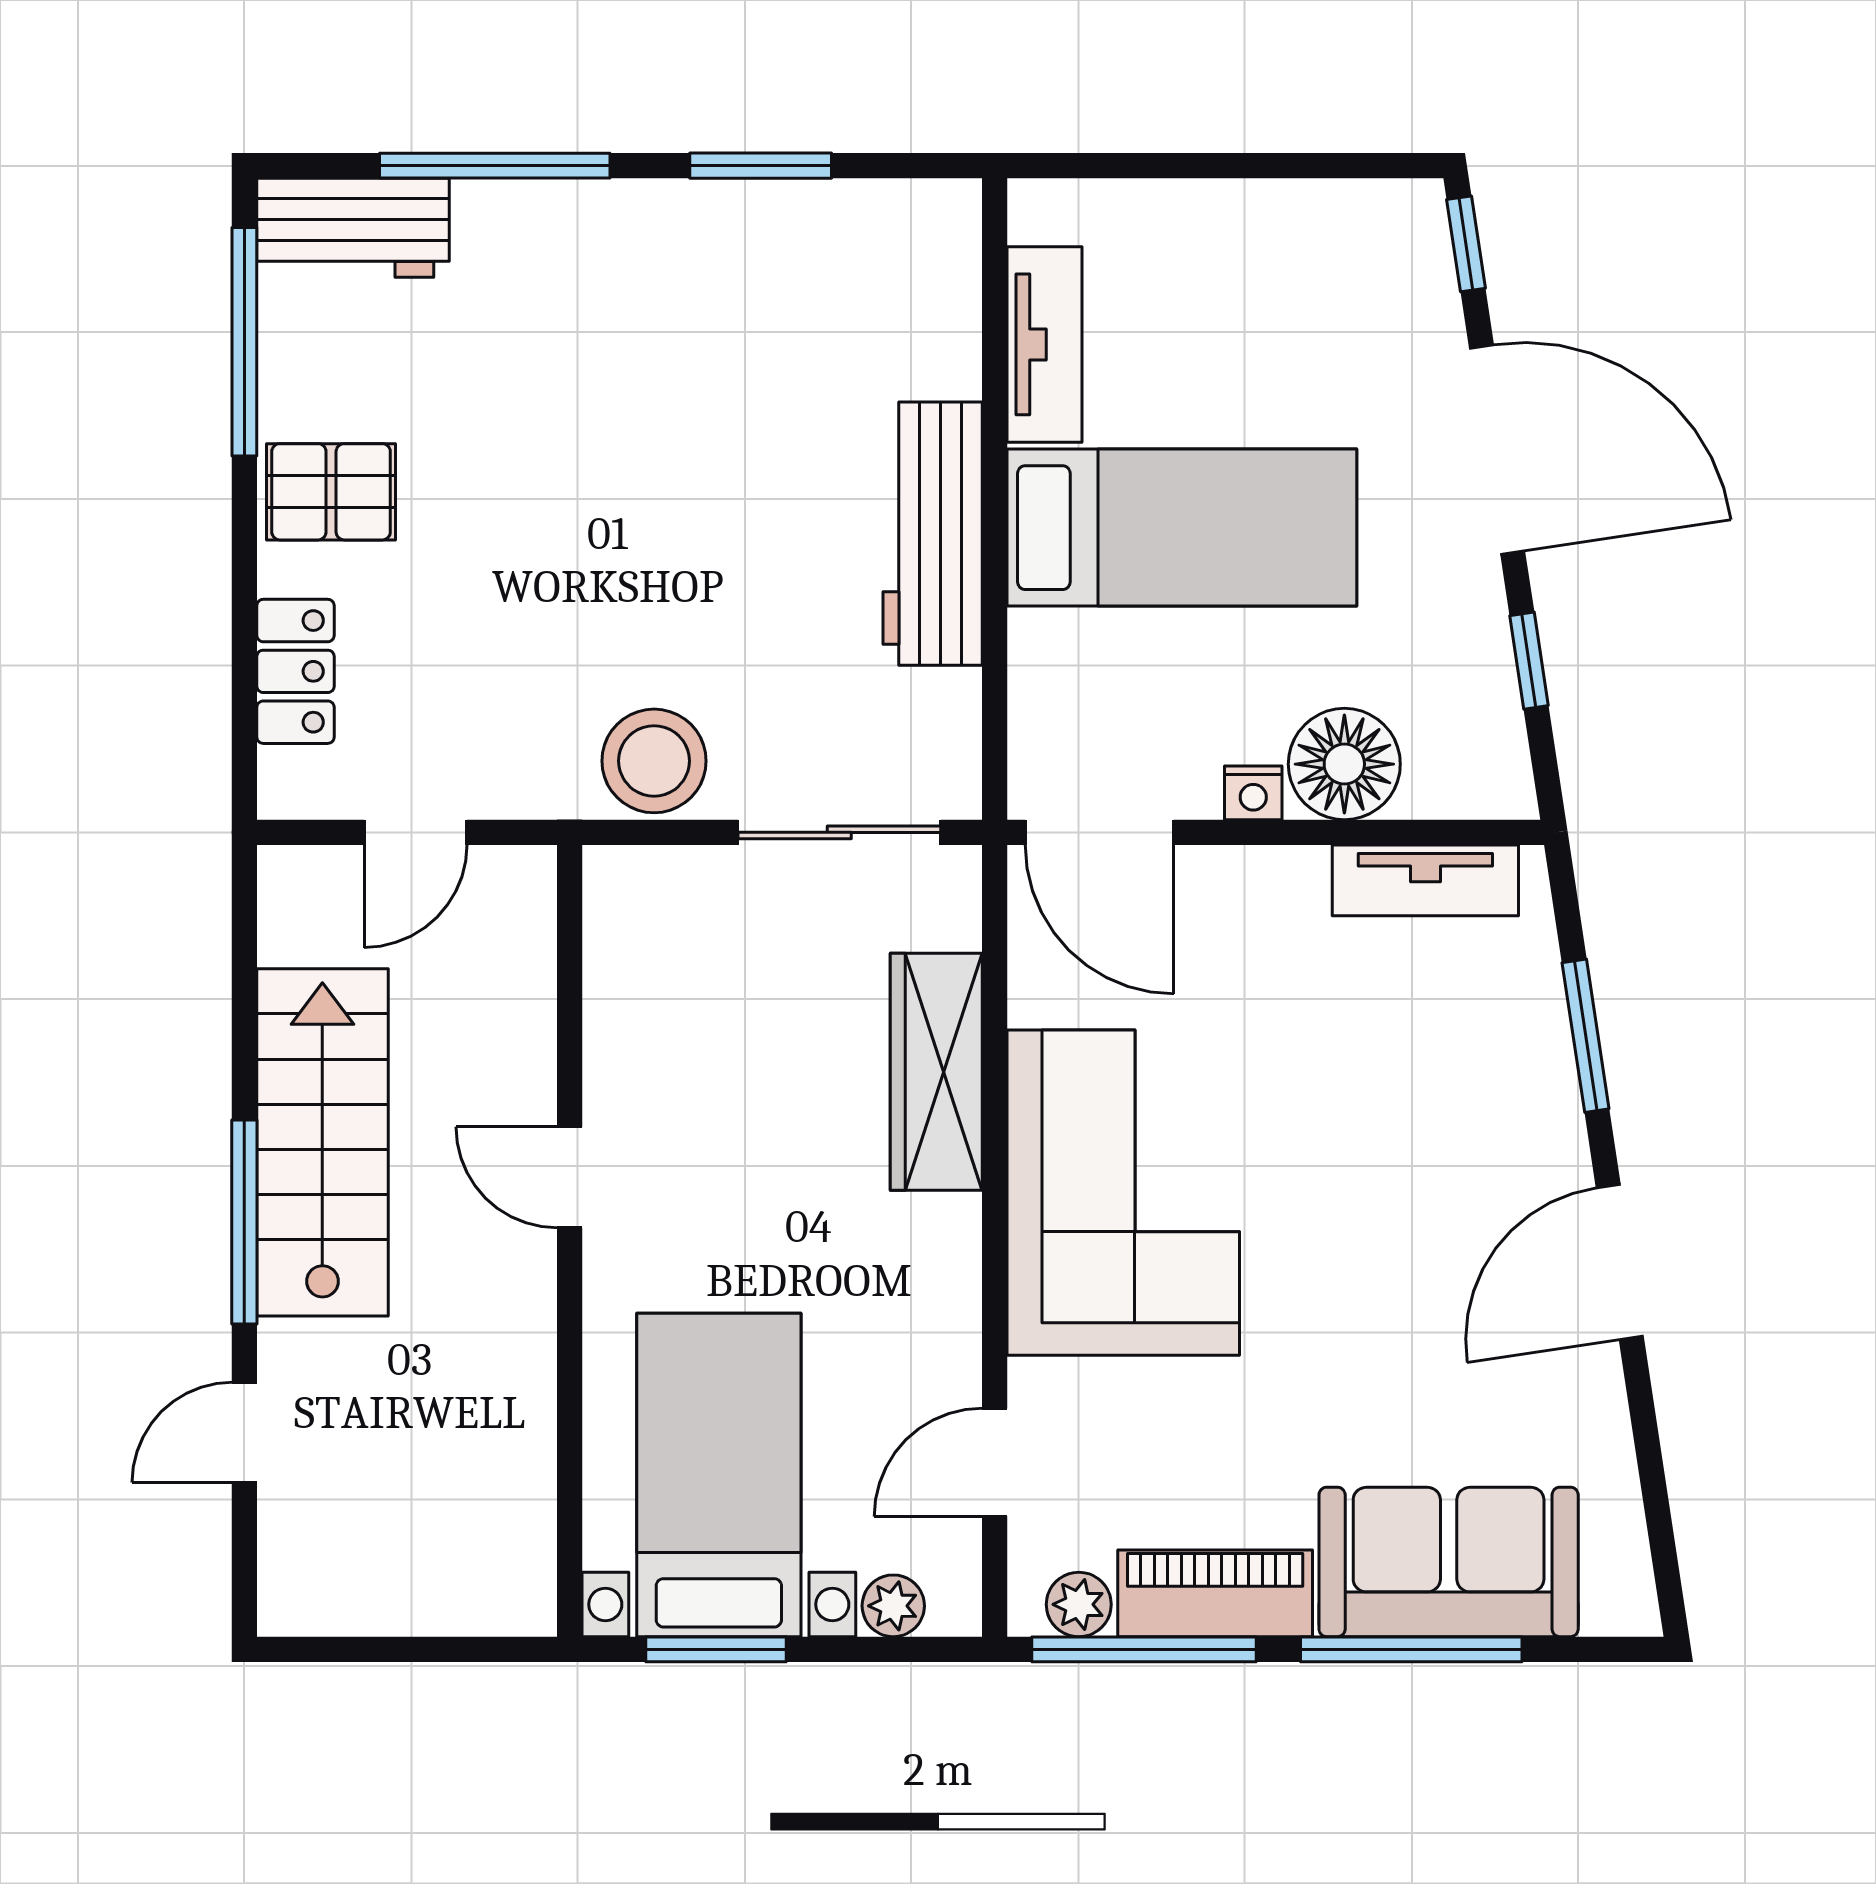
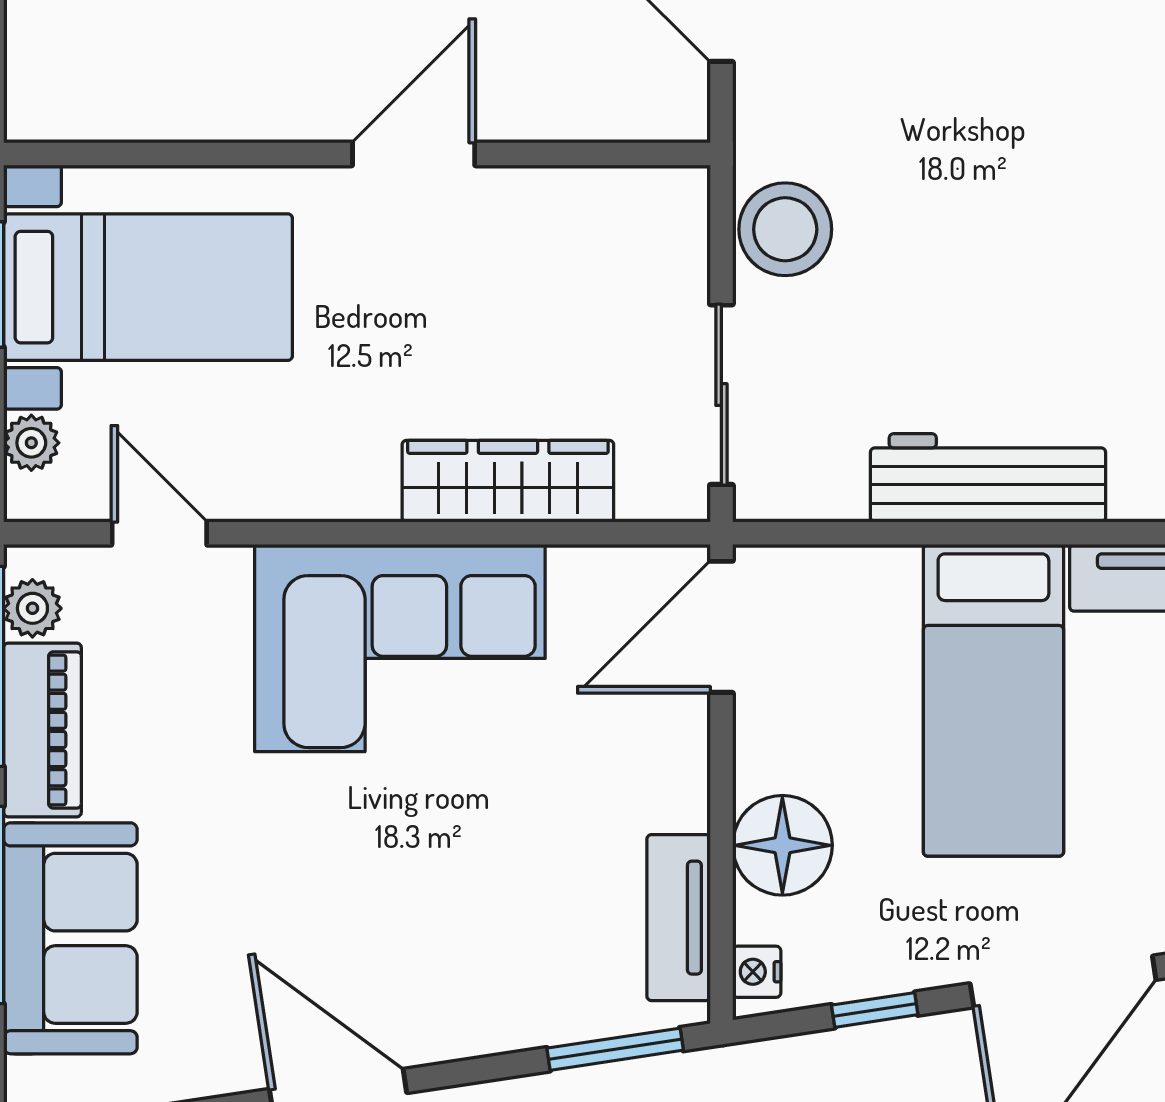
nightstand: (1253, 793) -> (757, 972), moved
window: (1586, 1036) -> (615, 1049), moved
door: (570, 1177) -> (414, 154), width x1.38

